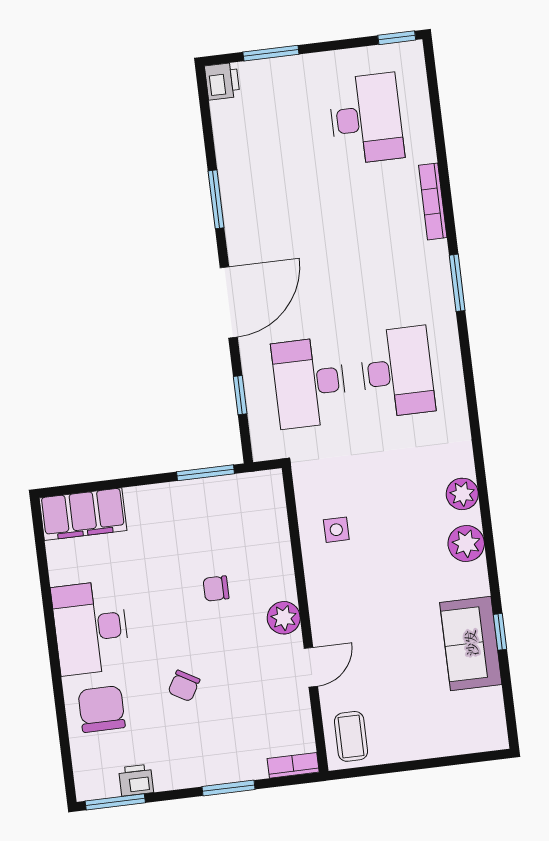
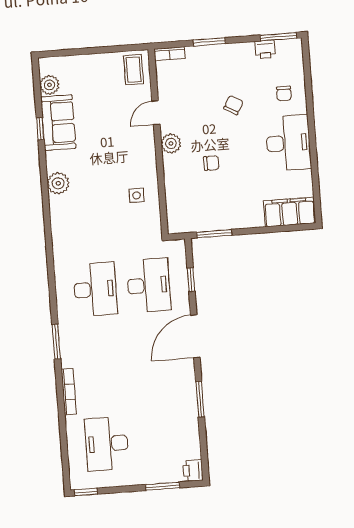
desk: (397, 372) -> (95, 289), turned 180
plant: (462, 494) -> (49, 85), moved
chair: (102, 709) -> (284, 93), width x0.54, depth x0.54

